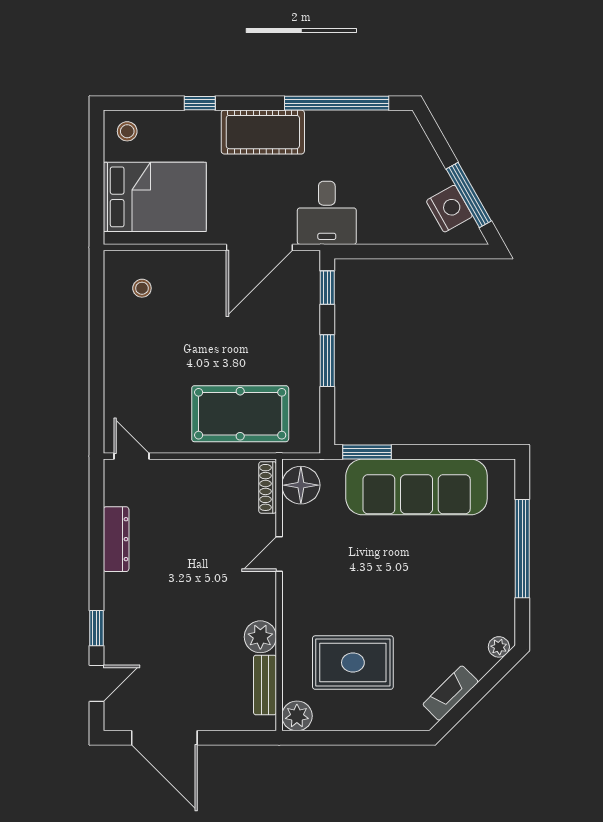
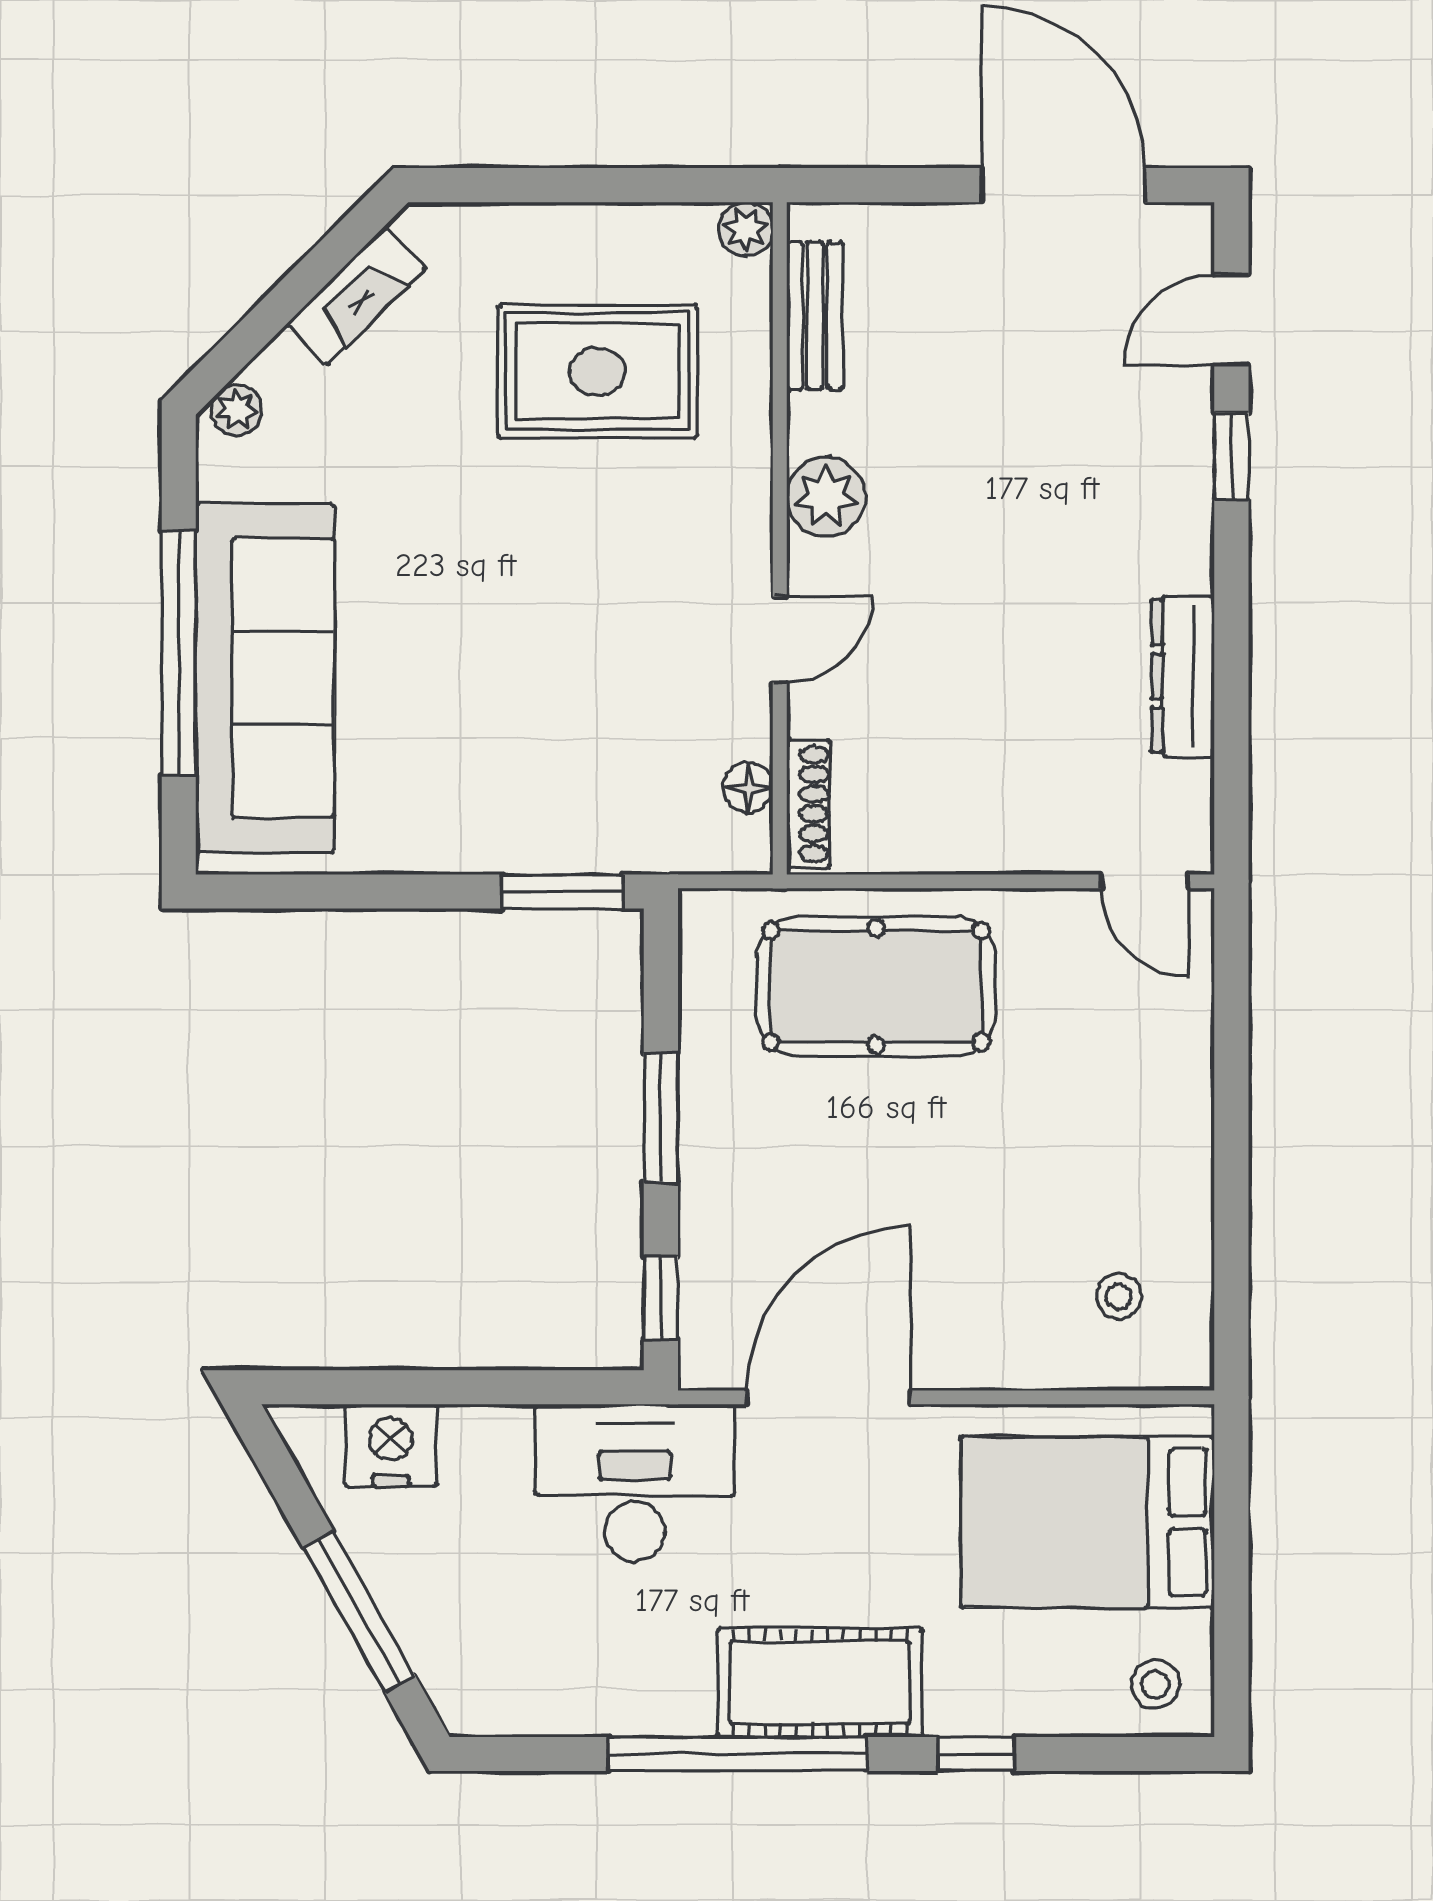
window: (337, 103) -> (737, 1754), moved
window: (469, 195) -> (359, 1612), moved
nightstand: (449, 209) -> (391, 1445), moved, turned 119
desk: (327, 213) -> (635, 1483), width x1.37
floor lamp: (301, 485) -> (748, 788), width x0.53, depth x0.53
sofa: (417, 487) -> (265, 678), moved, turned 90
plant: (260, 637) -> (826, 497), moved
plant: (297, 716) -> (746, 229), width x0.73, depth x0.73

